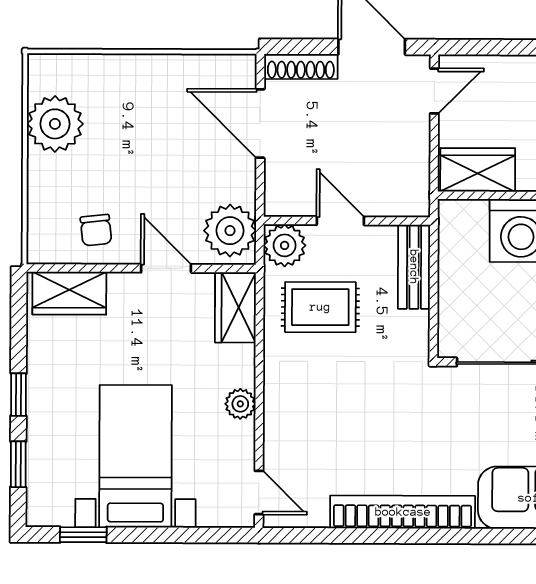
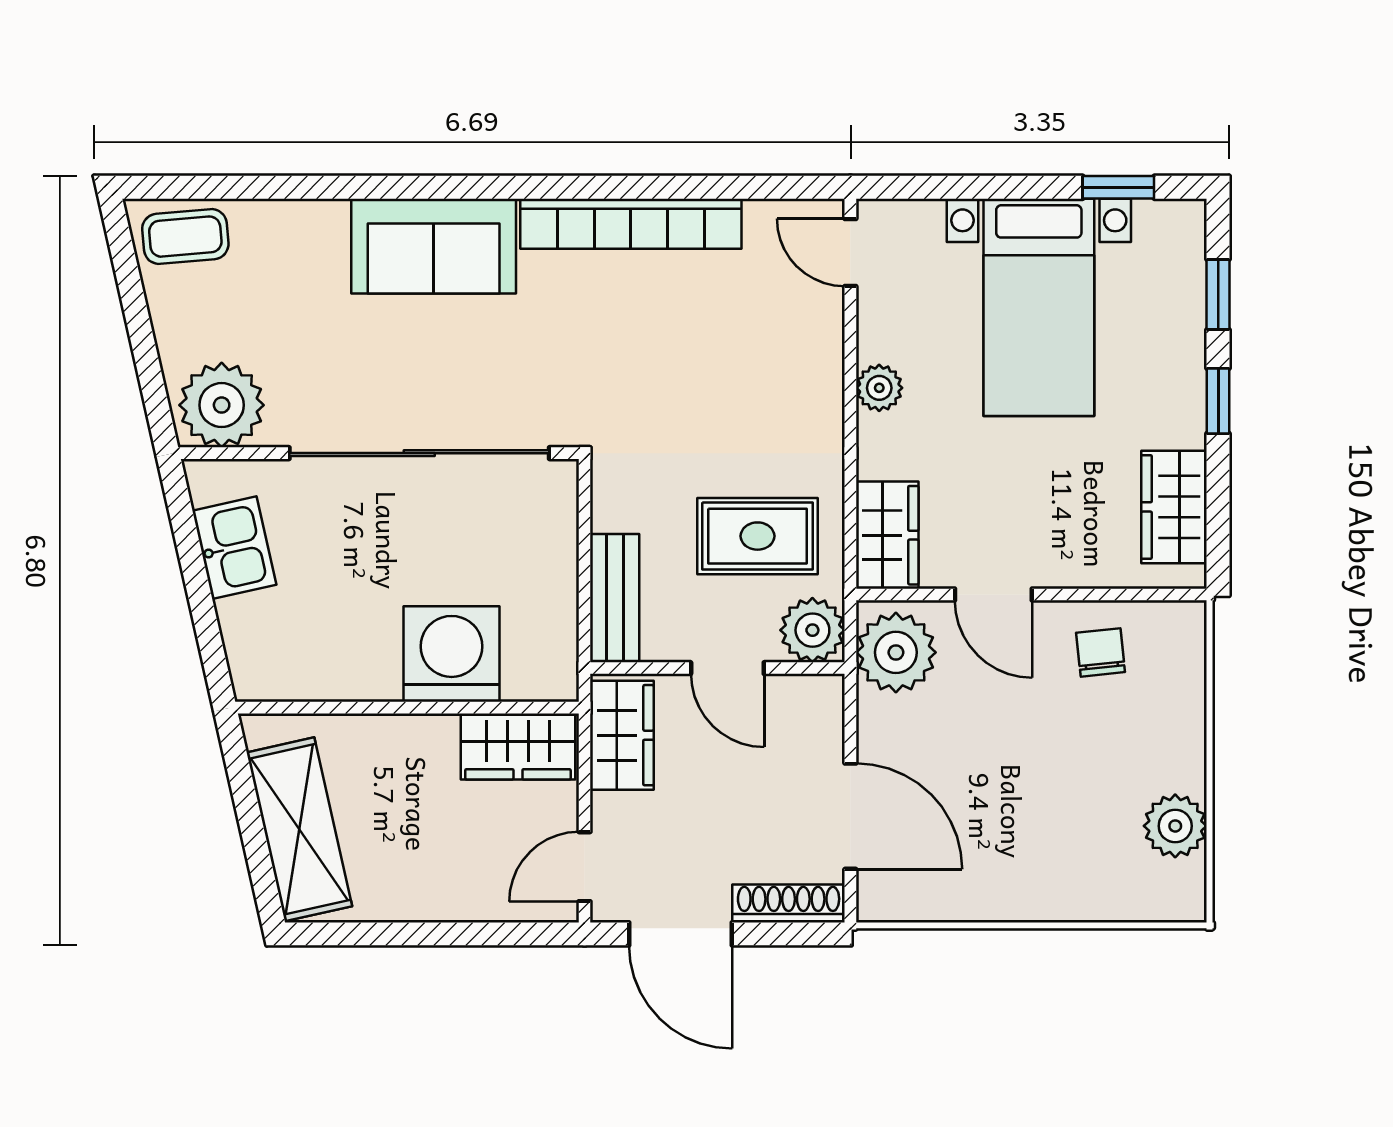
plant: (55, 124) -> (1175, 826), width x0.73, depth x0.73
wardrobe: (410, 177) -> (622, 735), added
wardrobe: (69, 293) -> (1174, 507), moved, turned -90

